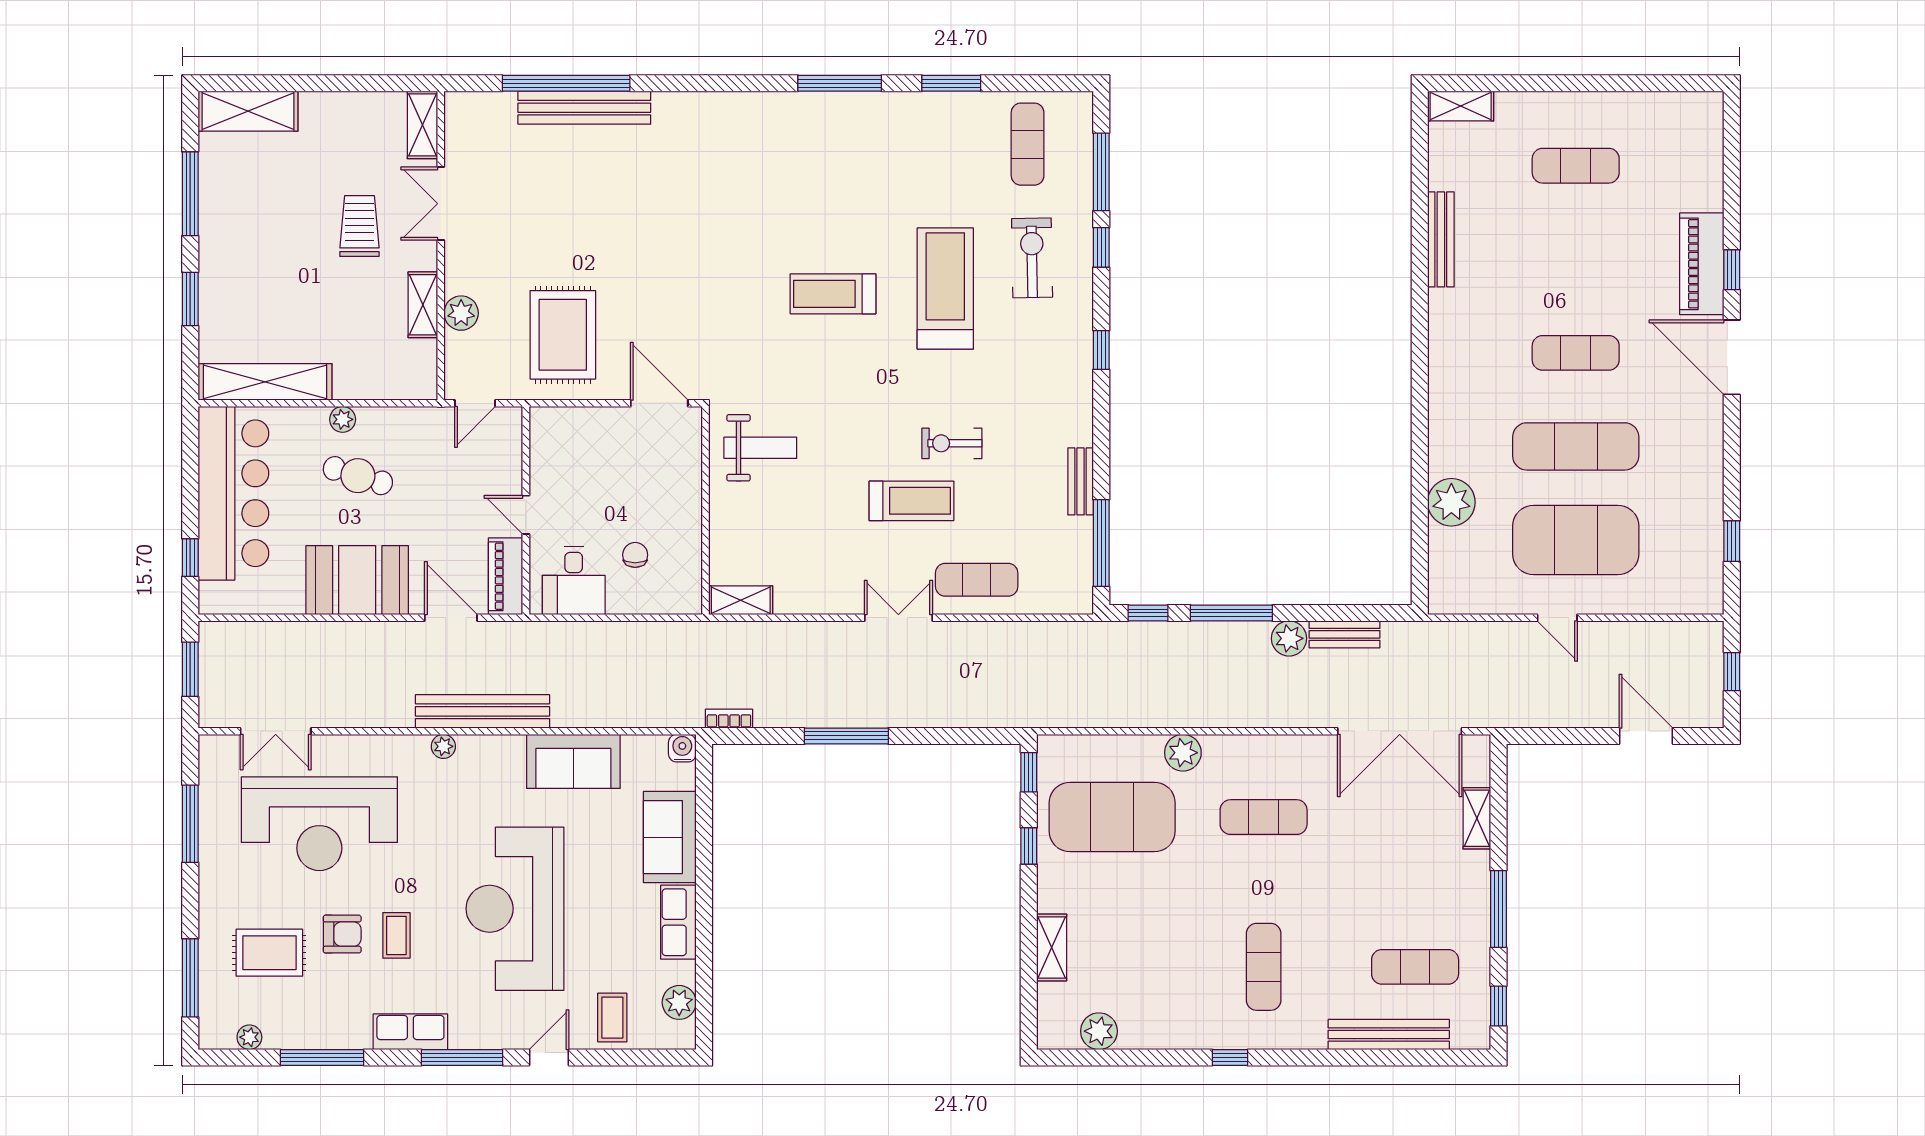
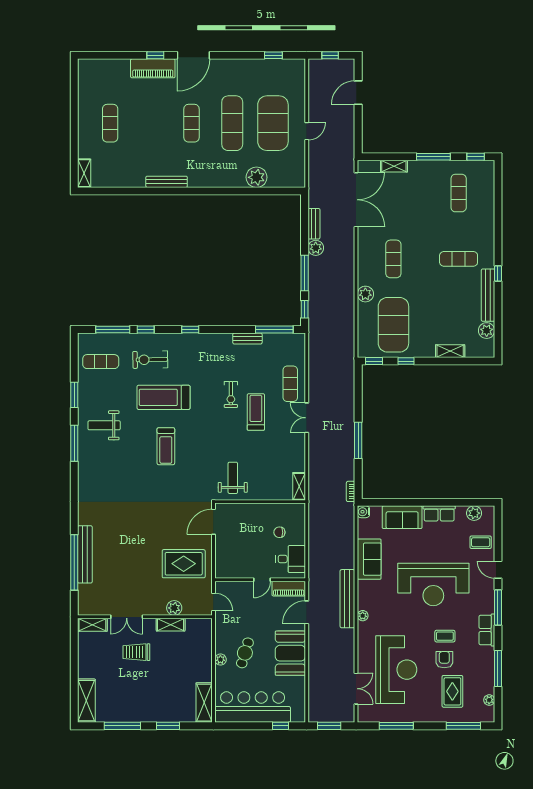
weight bench: (881, 152) -> (104, 425), added
bench: (1441, 239) -> (167, 182), moved
shelving: (265, 382) -> (204, 703), width x0.68
bench: (1389, 1035) -> (488, 295), moved

